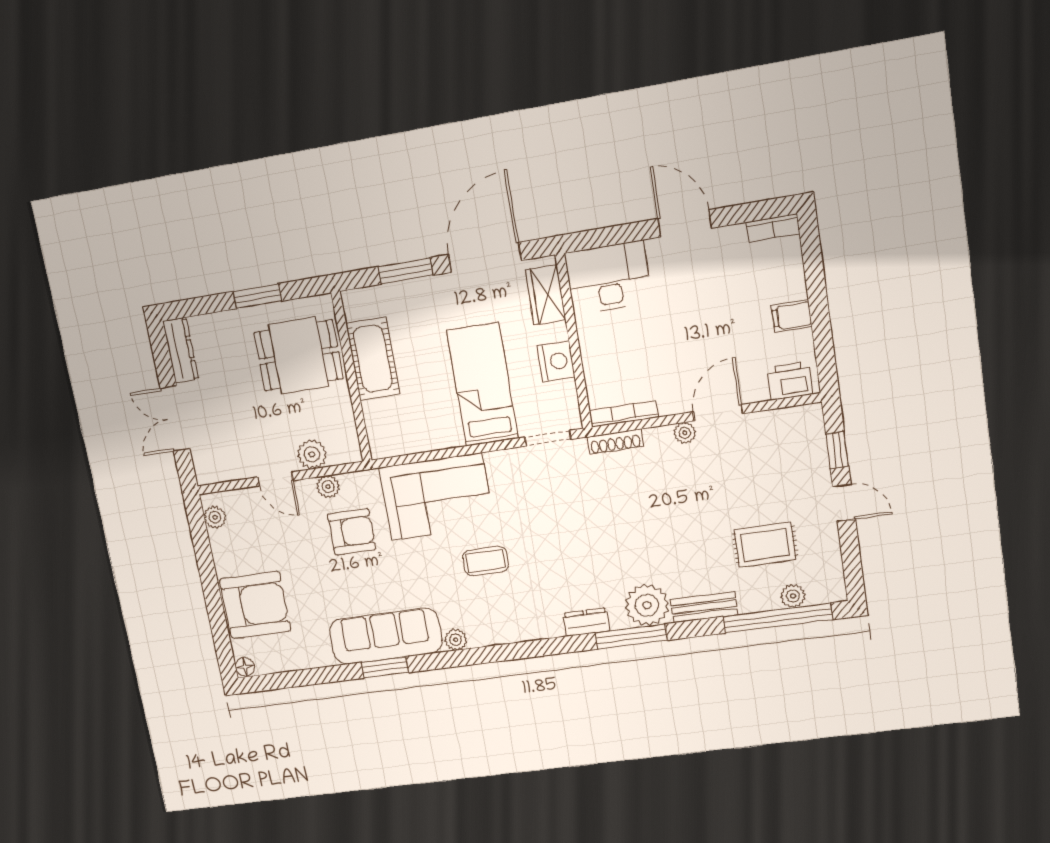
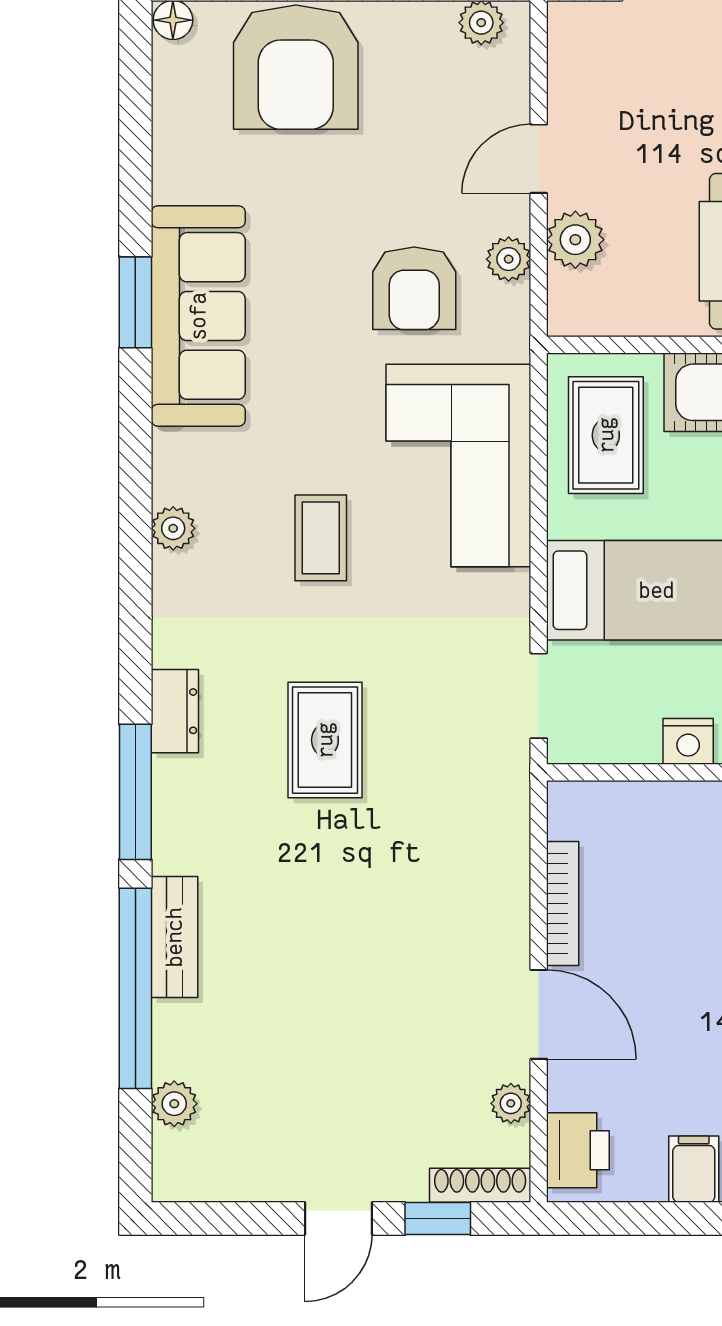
nightstand: (556, 361) -> (688, 741), width x0.74, depth x0.75
bookcase: (624, 414) -> (563, 903), moved
rug: (407, 424) -> (606, 435), added
plant: (685, 433) -> (511, 1103), moved
shoe rack: (615, 442) -> (480, 1185), moved, turned 90
rug: (765, 545) -> (325, 740), moved
plant: (647, 605) -> (193, 831), removed
window: (778, 618) -> (135, 988), moved
plant: (456, 640) -> (173, 528), moved

